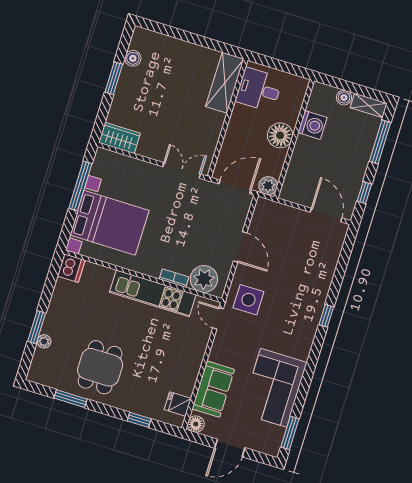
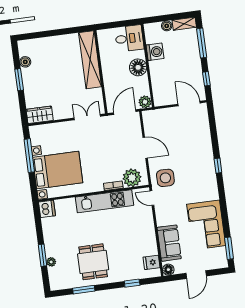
shelving: (225, 83) -> (90, 60), width x1.47
desk: (259, 90) -> (129, 38), moved, turned 180

